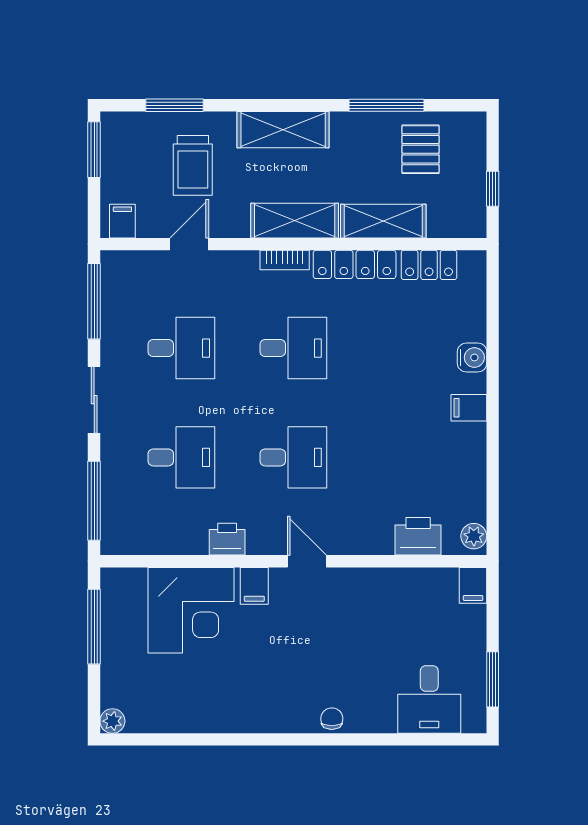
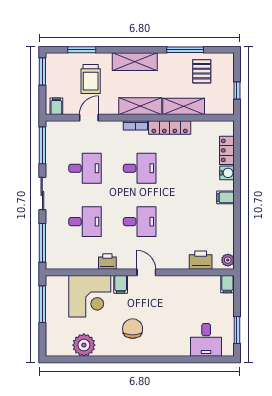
locker: (429, 265) -> (227, 150), moved, turned 90
chair: (332, 719) -> (133, 329), moved, width x1.87, depth x1.87
plant: (112, 721) -> (84, 345), moved, width x1.87, depth x1.87

